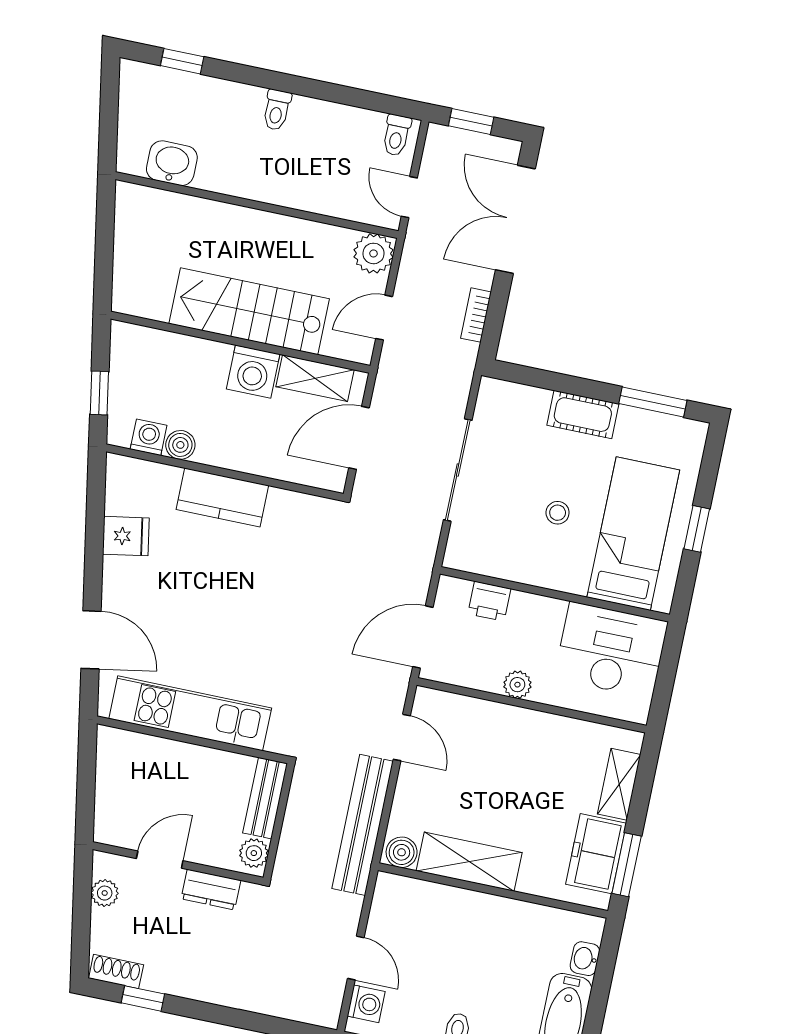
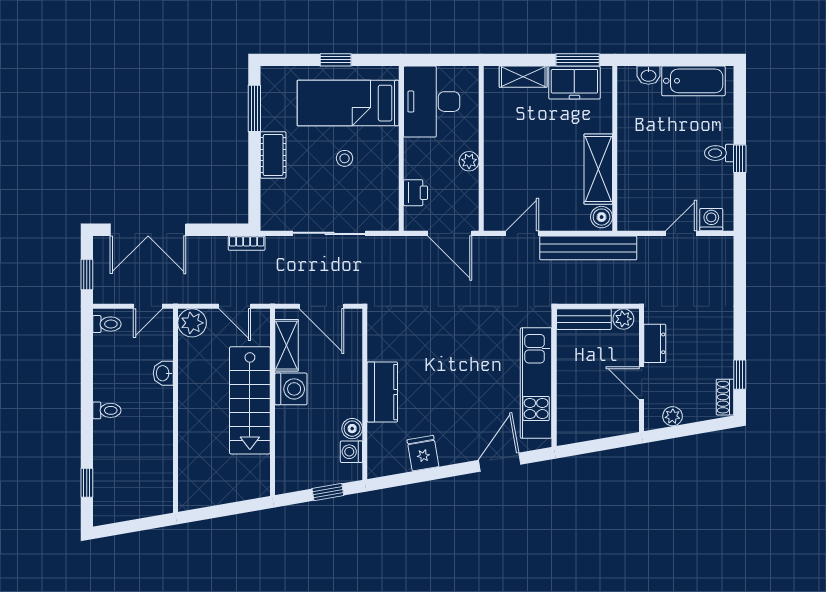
washbasin: (172, 163) -> (163, 373), moved, width x0.72, depth x0.69
bookcase: (476, 315) -> (247, 243), moved

